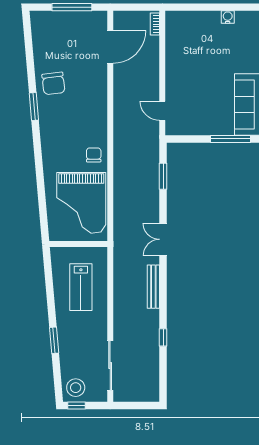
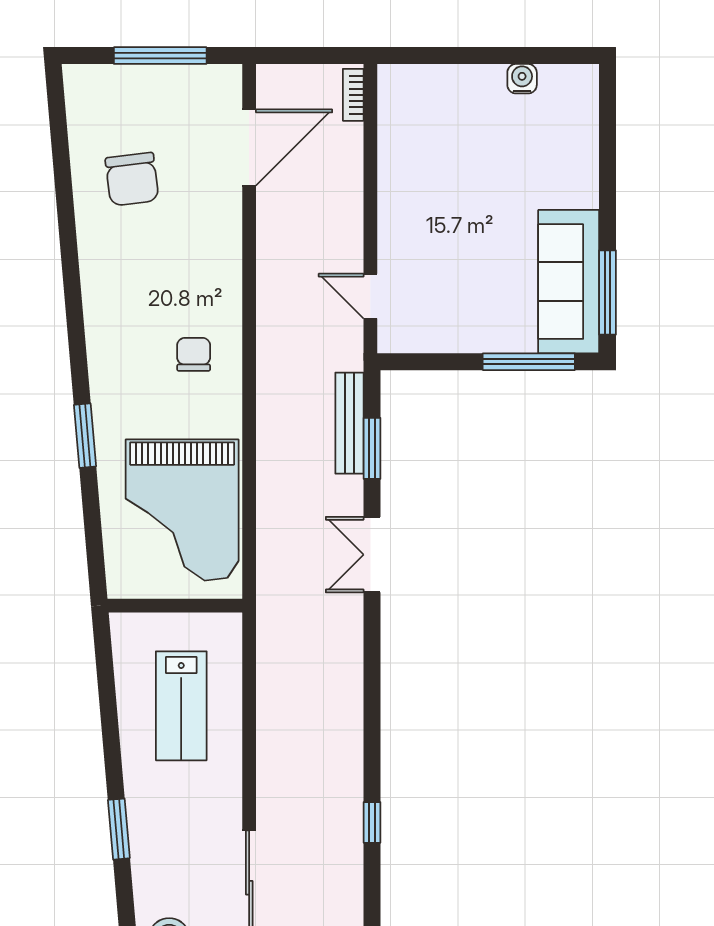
chair: (53, 83) -> (132, 179), moved
window: (34, 106) -> (85, 436), moved
chair: (94, 155) -> (194, 354), moved
double door: (163, 239) -> (372, 555), moved
bench: (153, 287) -> (349, 423), moved

